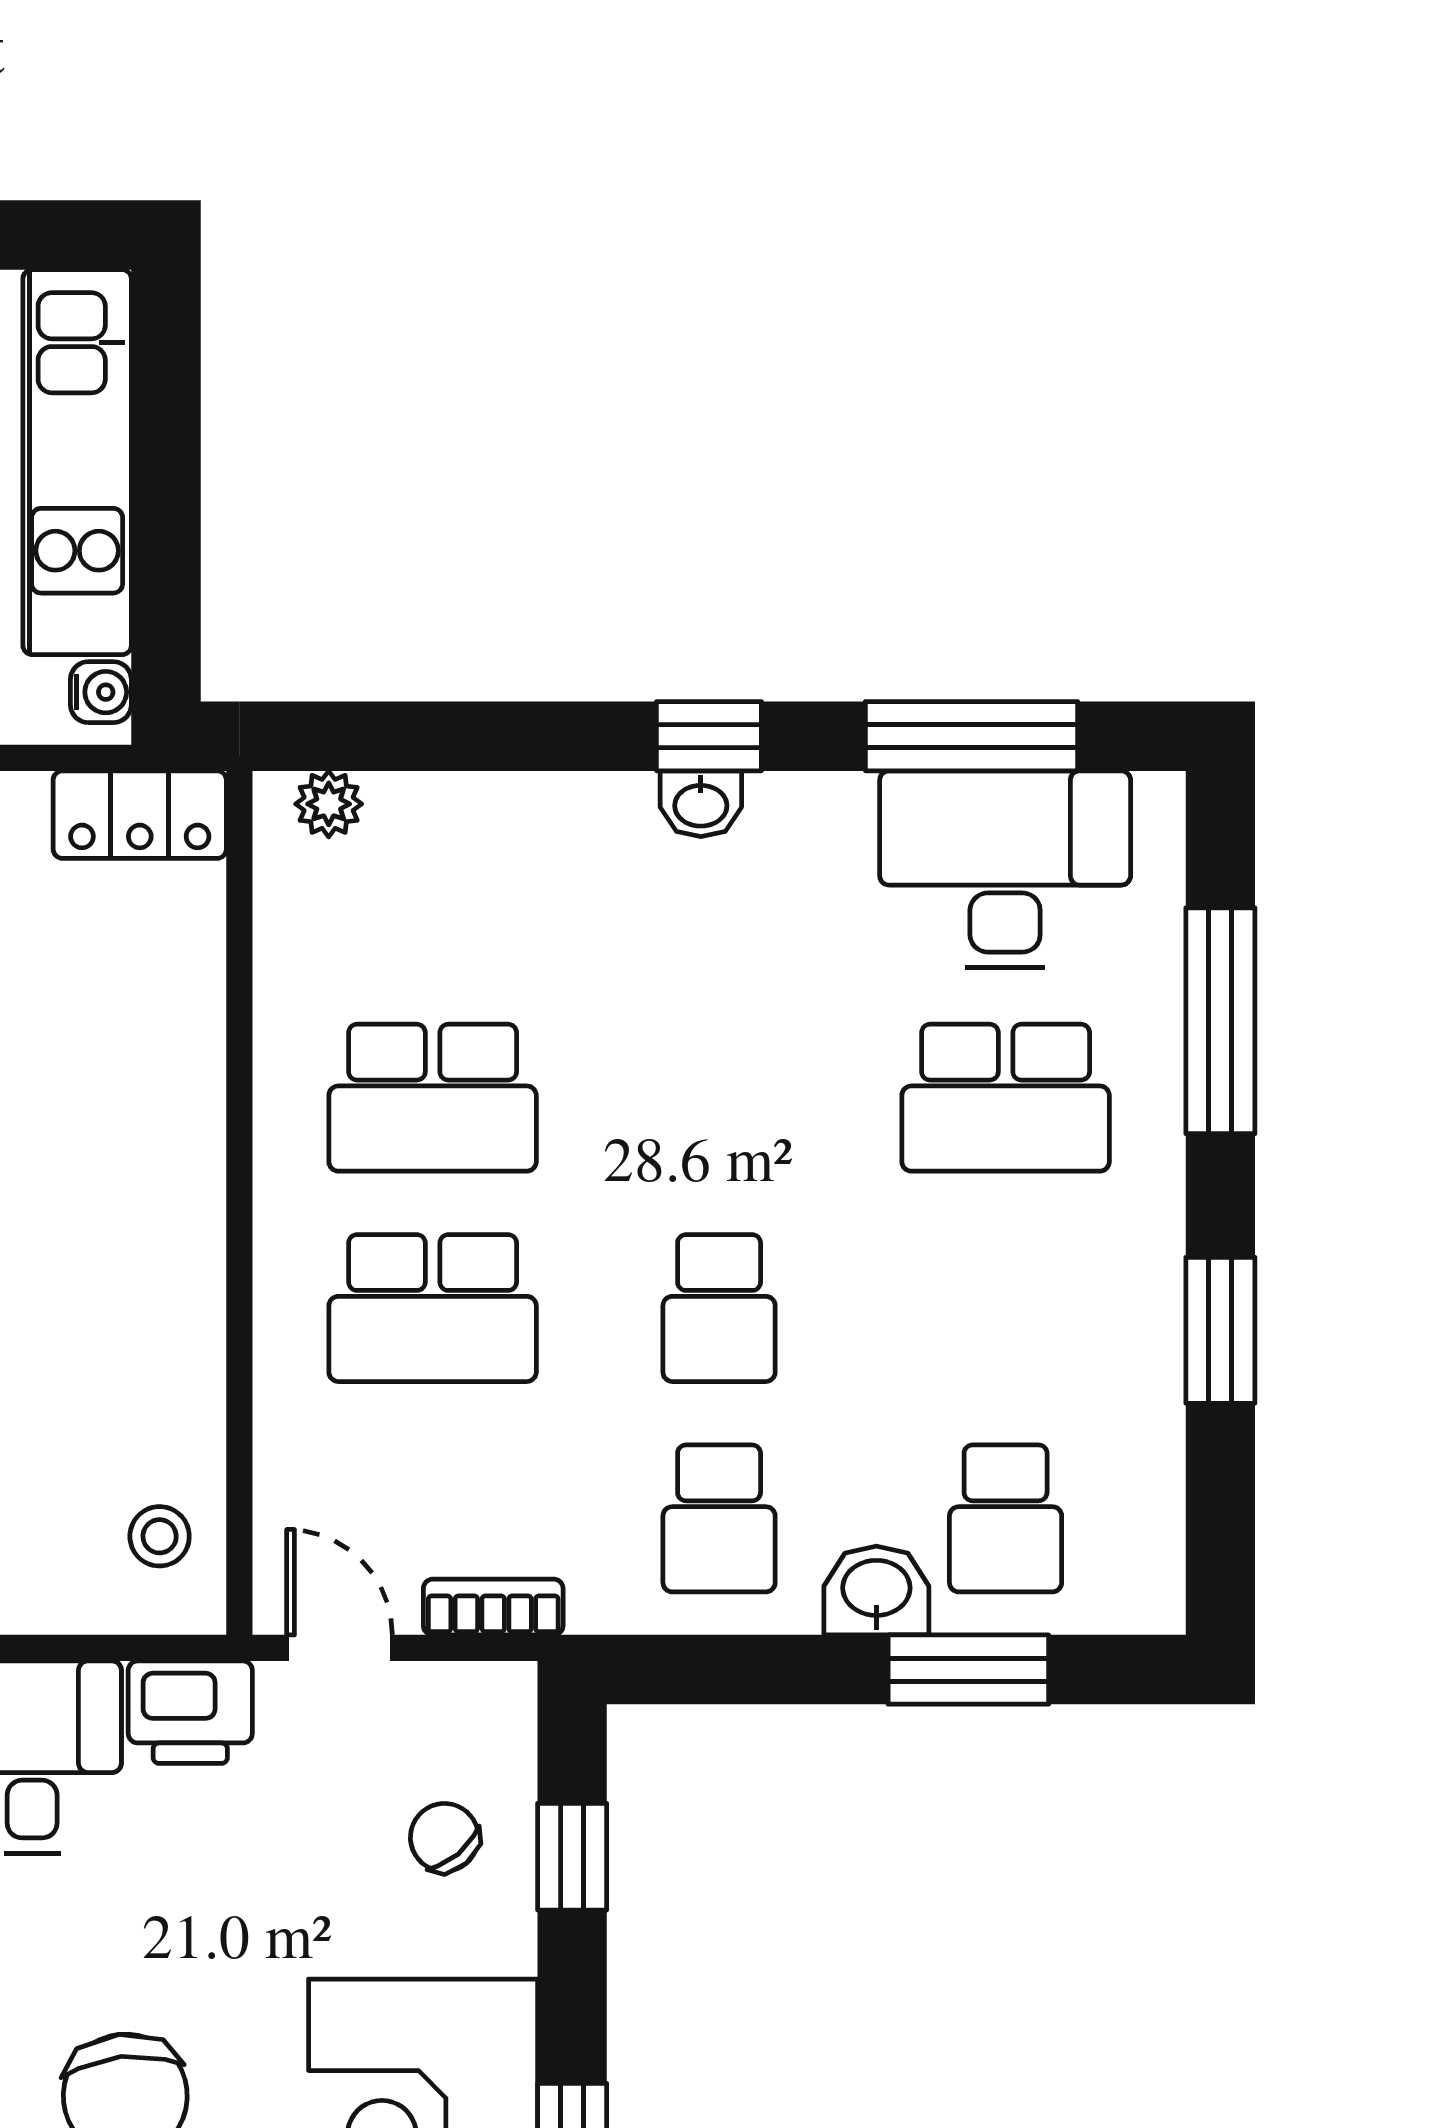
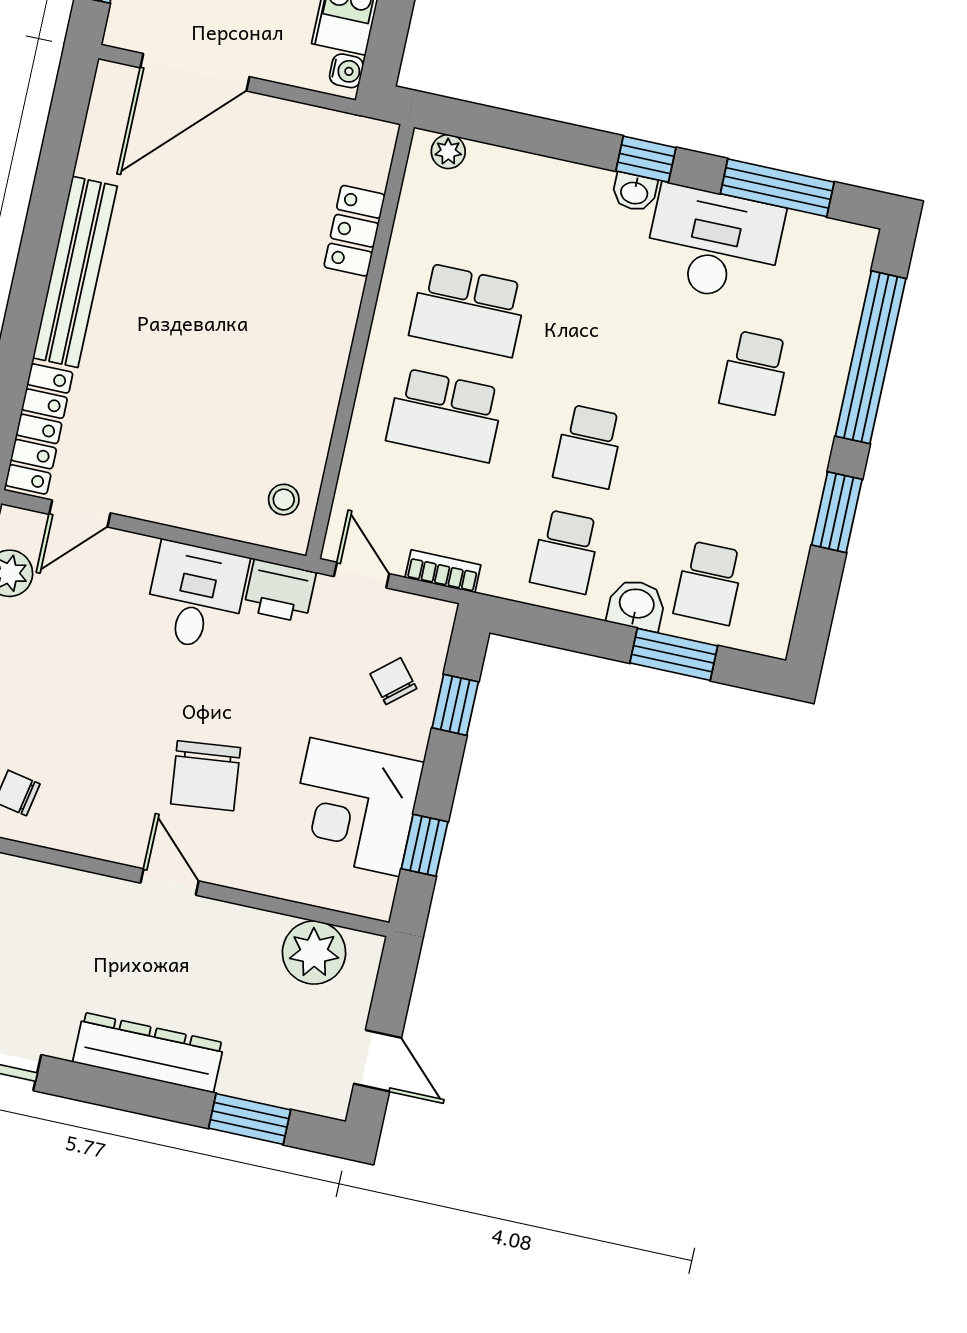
locker: (140, 815) -> (354, 231), moved, turned 90
desk: (1005, 869) -> (714, 244), moved
window: (1220, 1021) -> (871, 357), width x1.46
school desk: (1006, 1098) -> (755, 372), width x0.54

